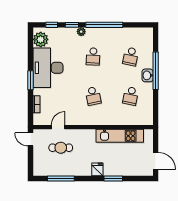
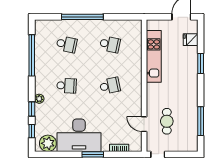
window: (104, 25) -> (32, 55), moved
washbasin: (148, 75) -> (87, 26), removed
fridge: (97, 169) -> (191, 40), moved

